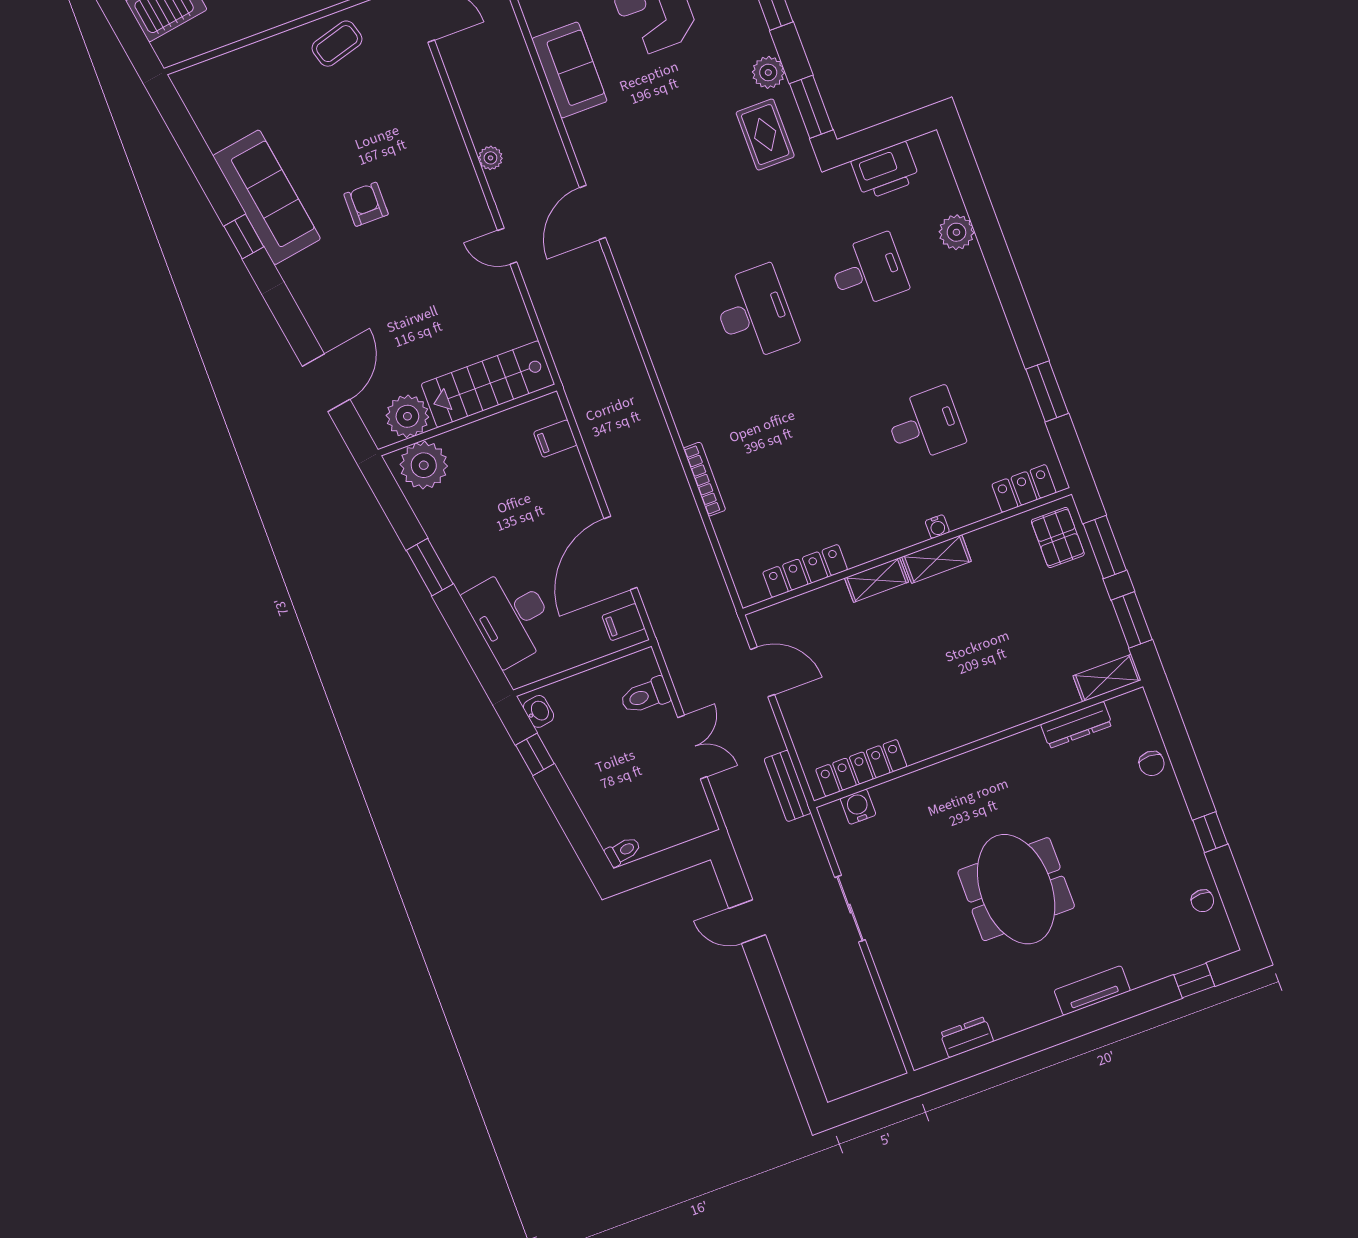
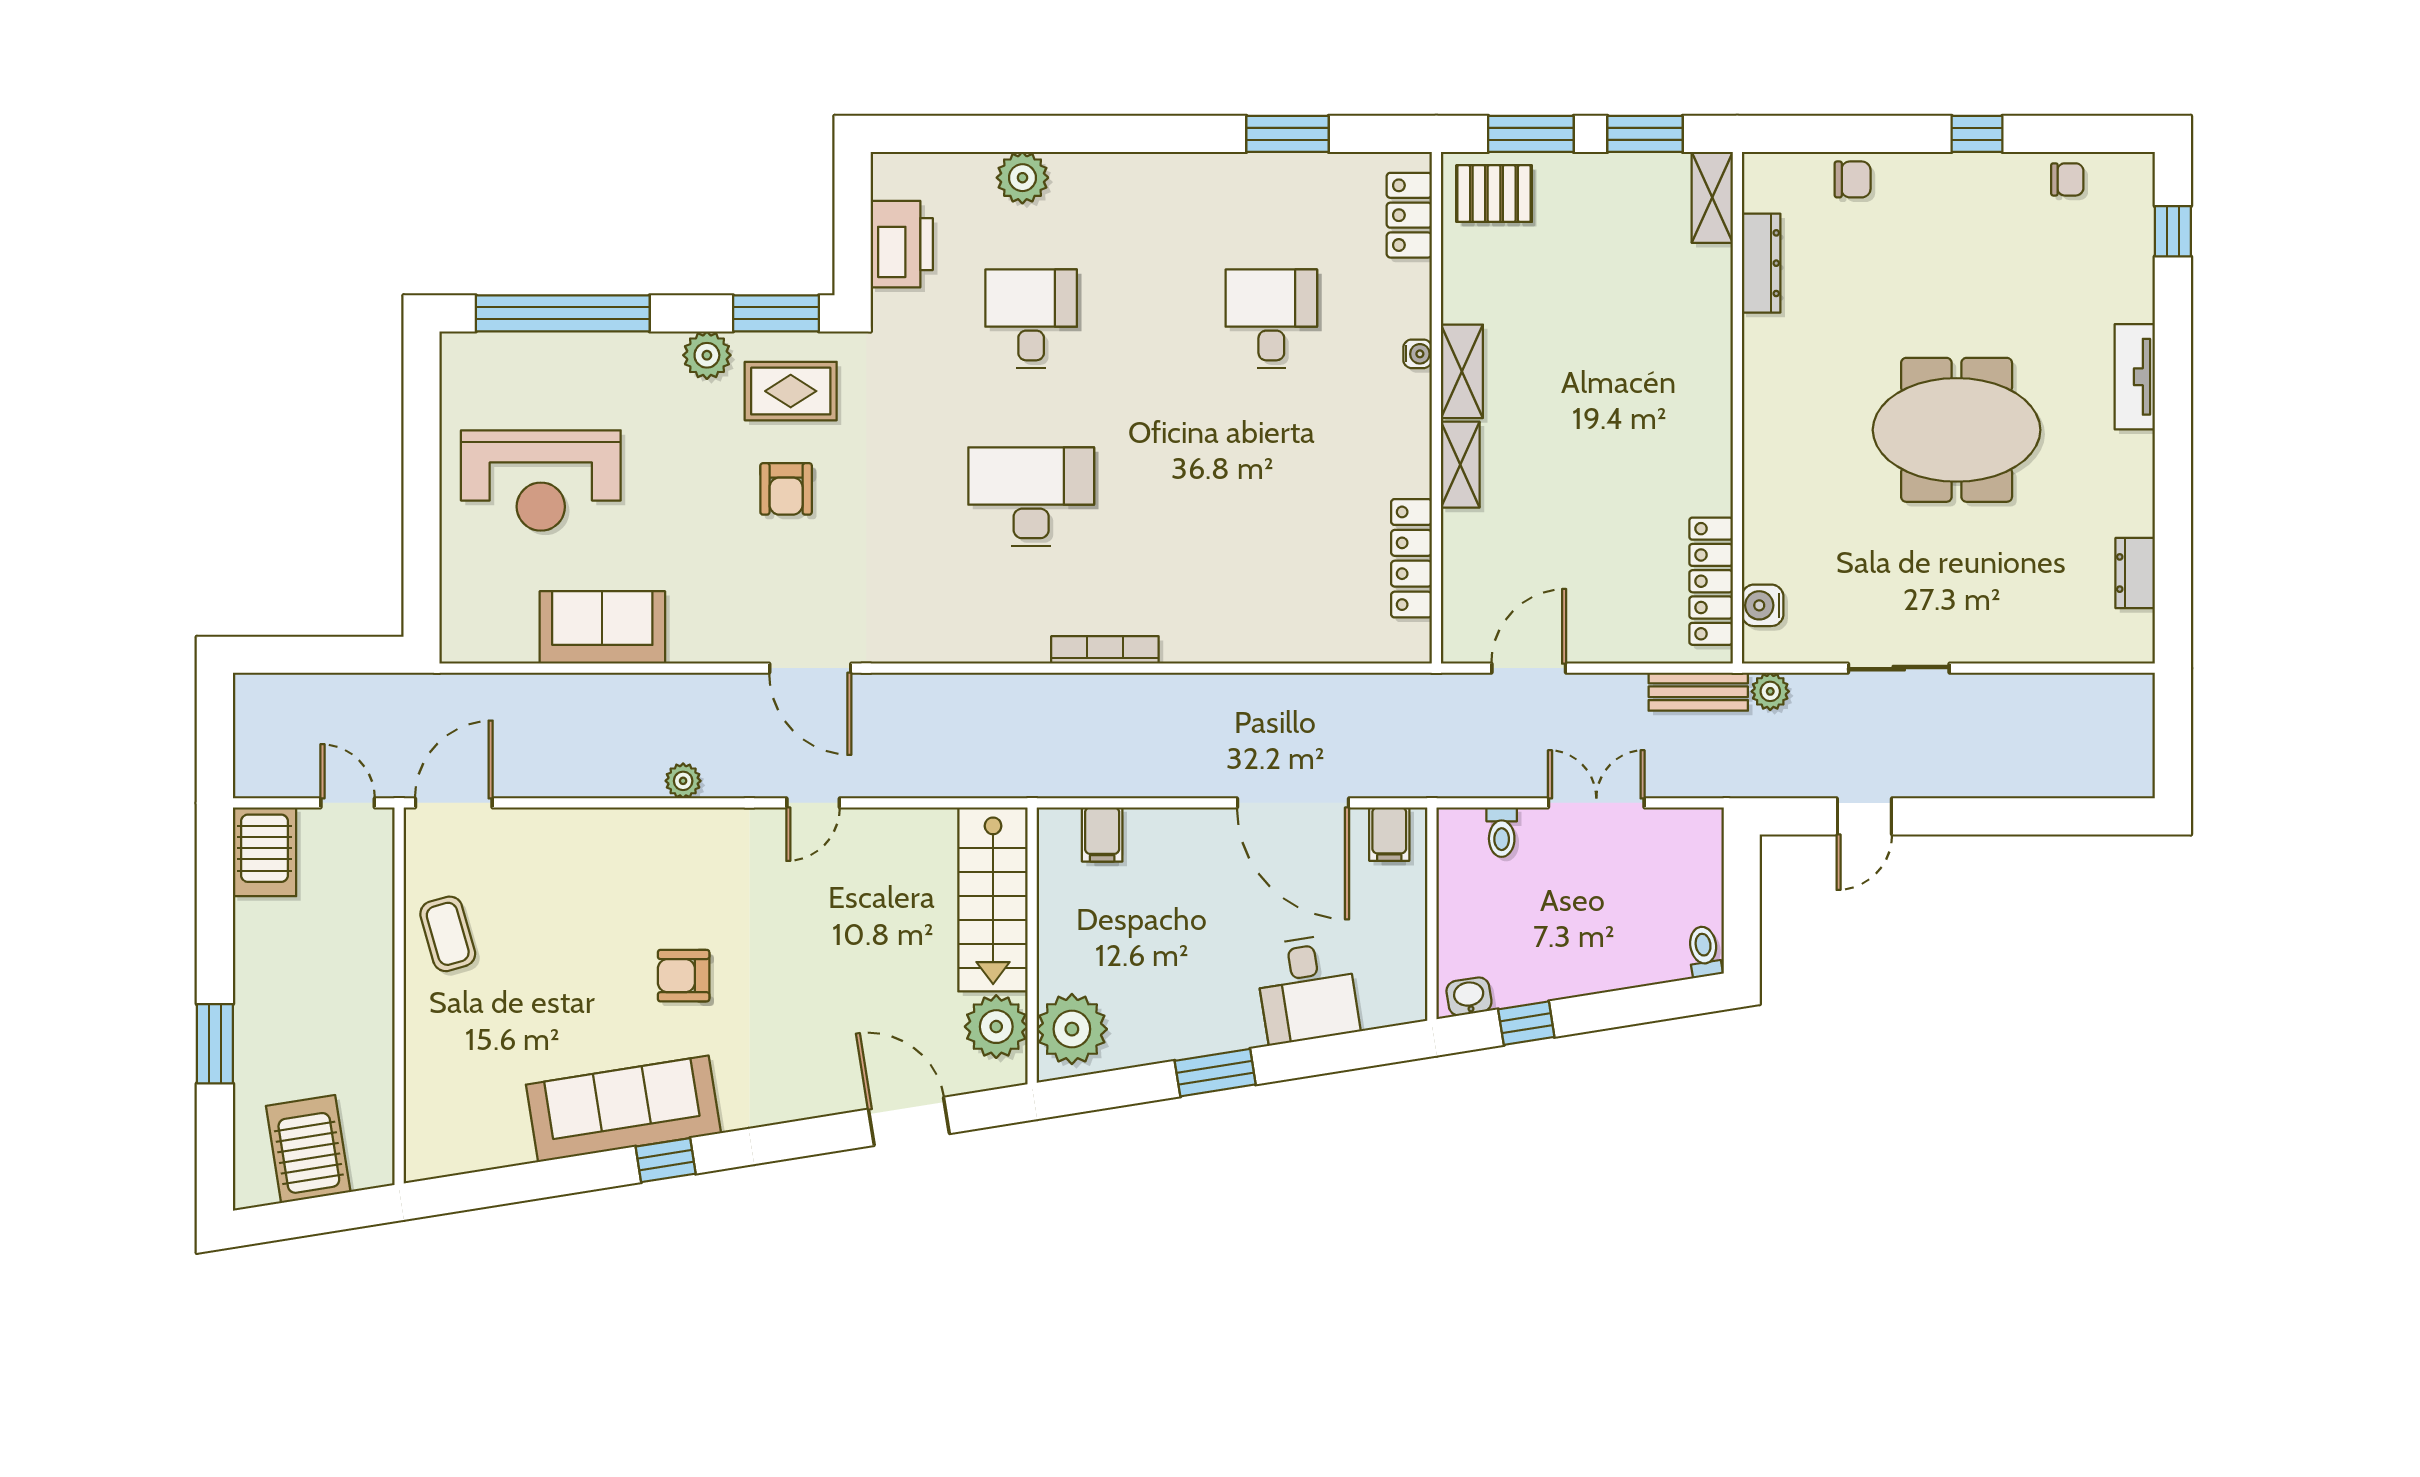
armchair: (702, 155) -> (786, 489), added
bookcase: (704, 479) -> (1105, 650), moved
desk: (511, 616) -> (1307, 989), width x0.73
toilet: (645, 696) -> (1502, 832), width x0.73, depth x0.72
plant: (805, 832) -> (1770, 691), added

